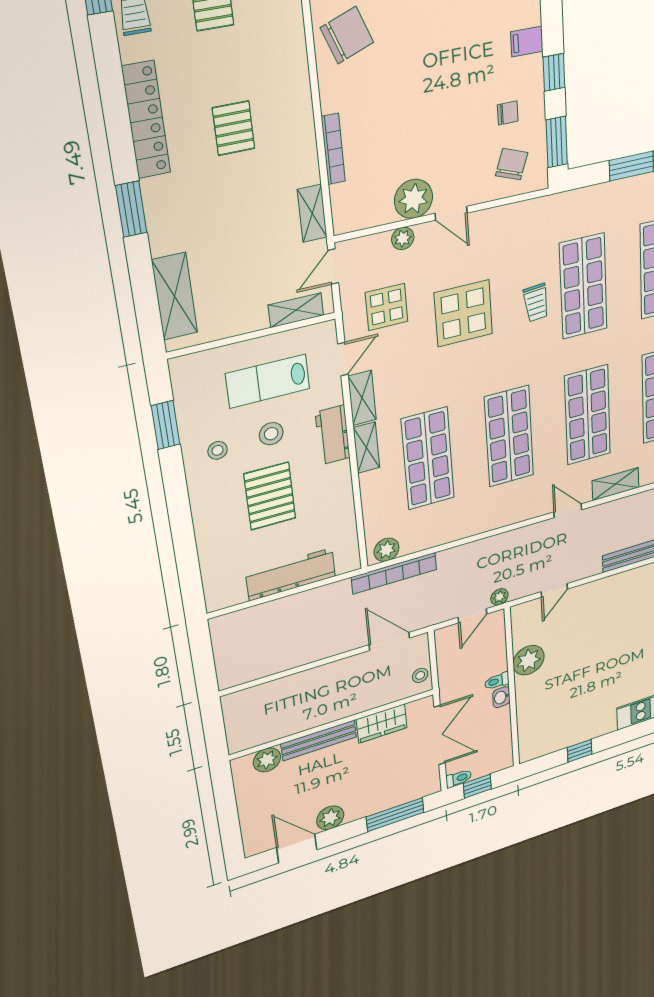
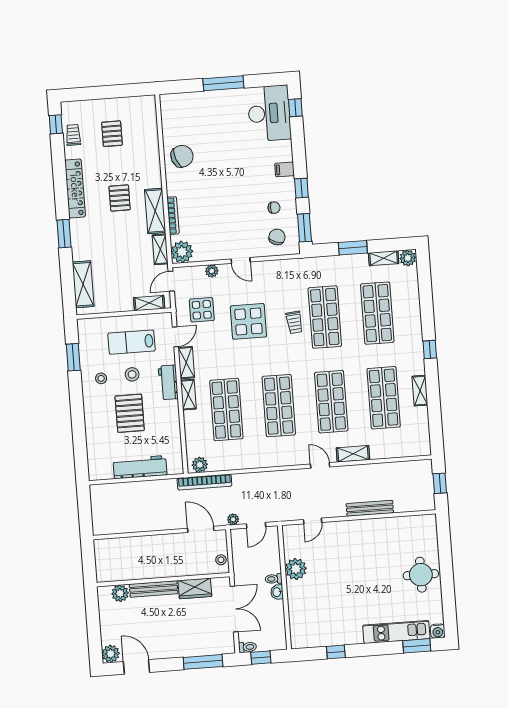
shelving: (301, 145) -> (155, 211), added
plant: (414, 199) -> (182, 252), moved
plant: (499, 597) -> (233, 519), moved
plant: (330, 818) -> (111, 654), moved

